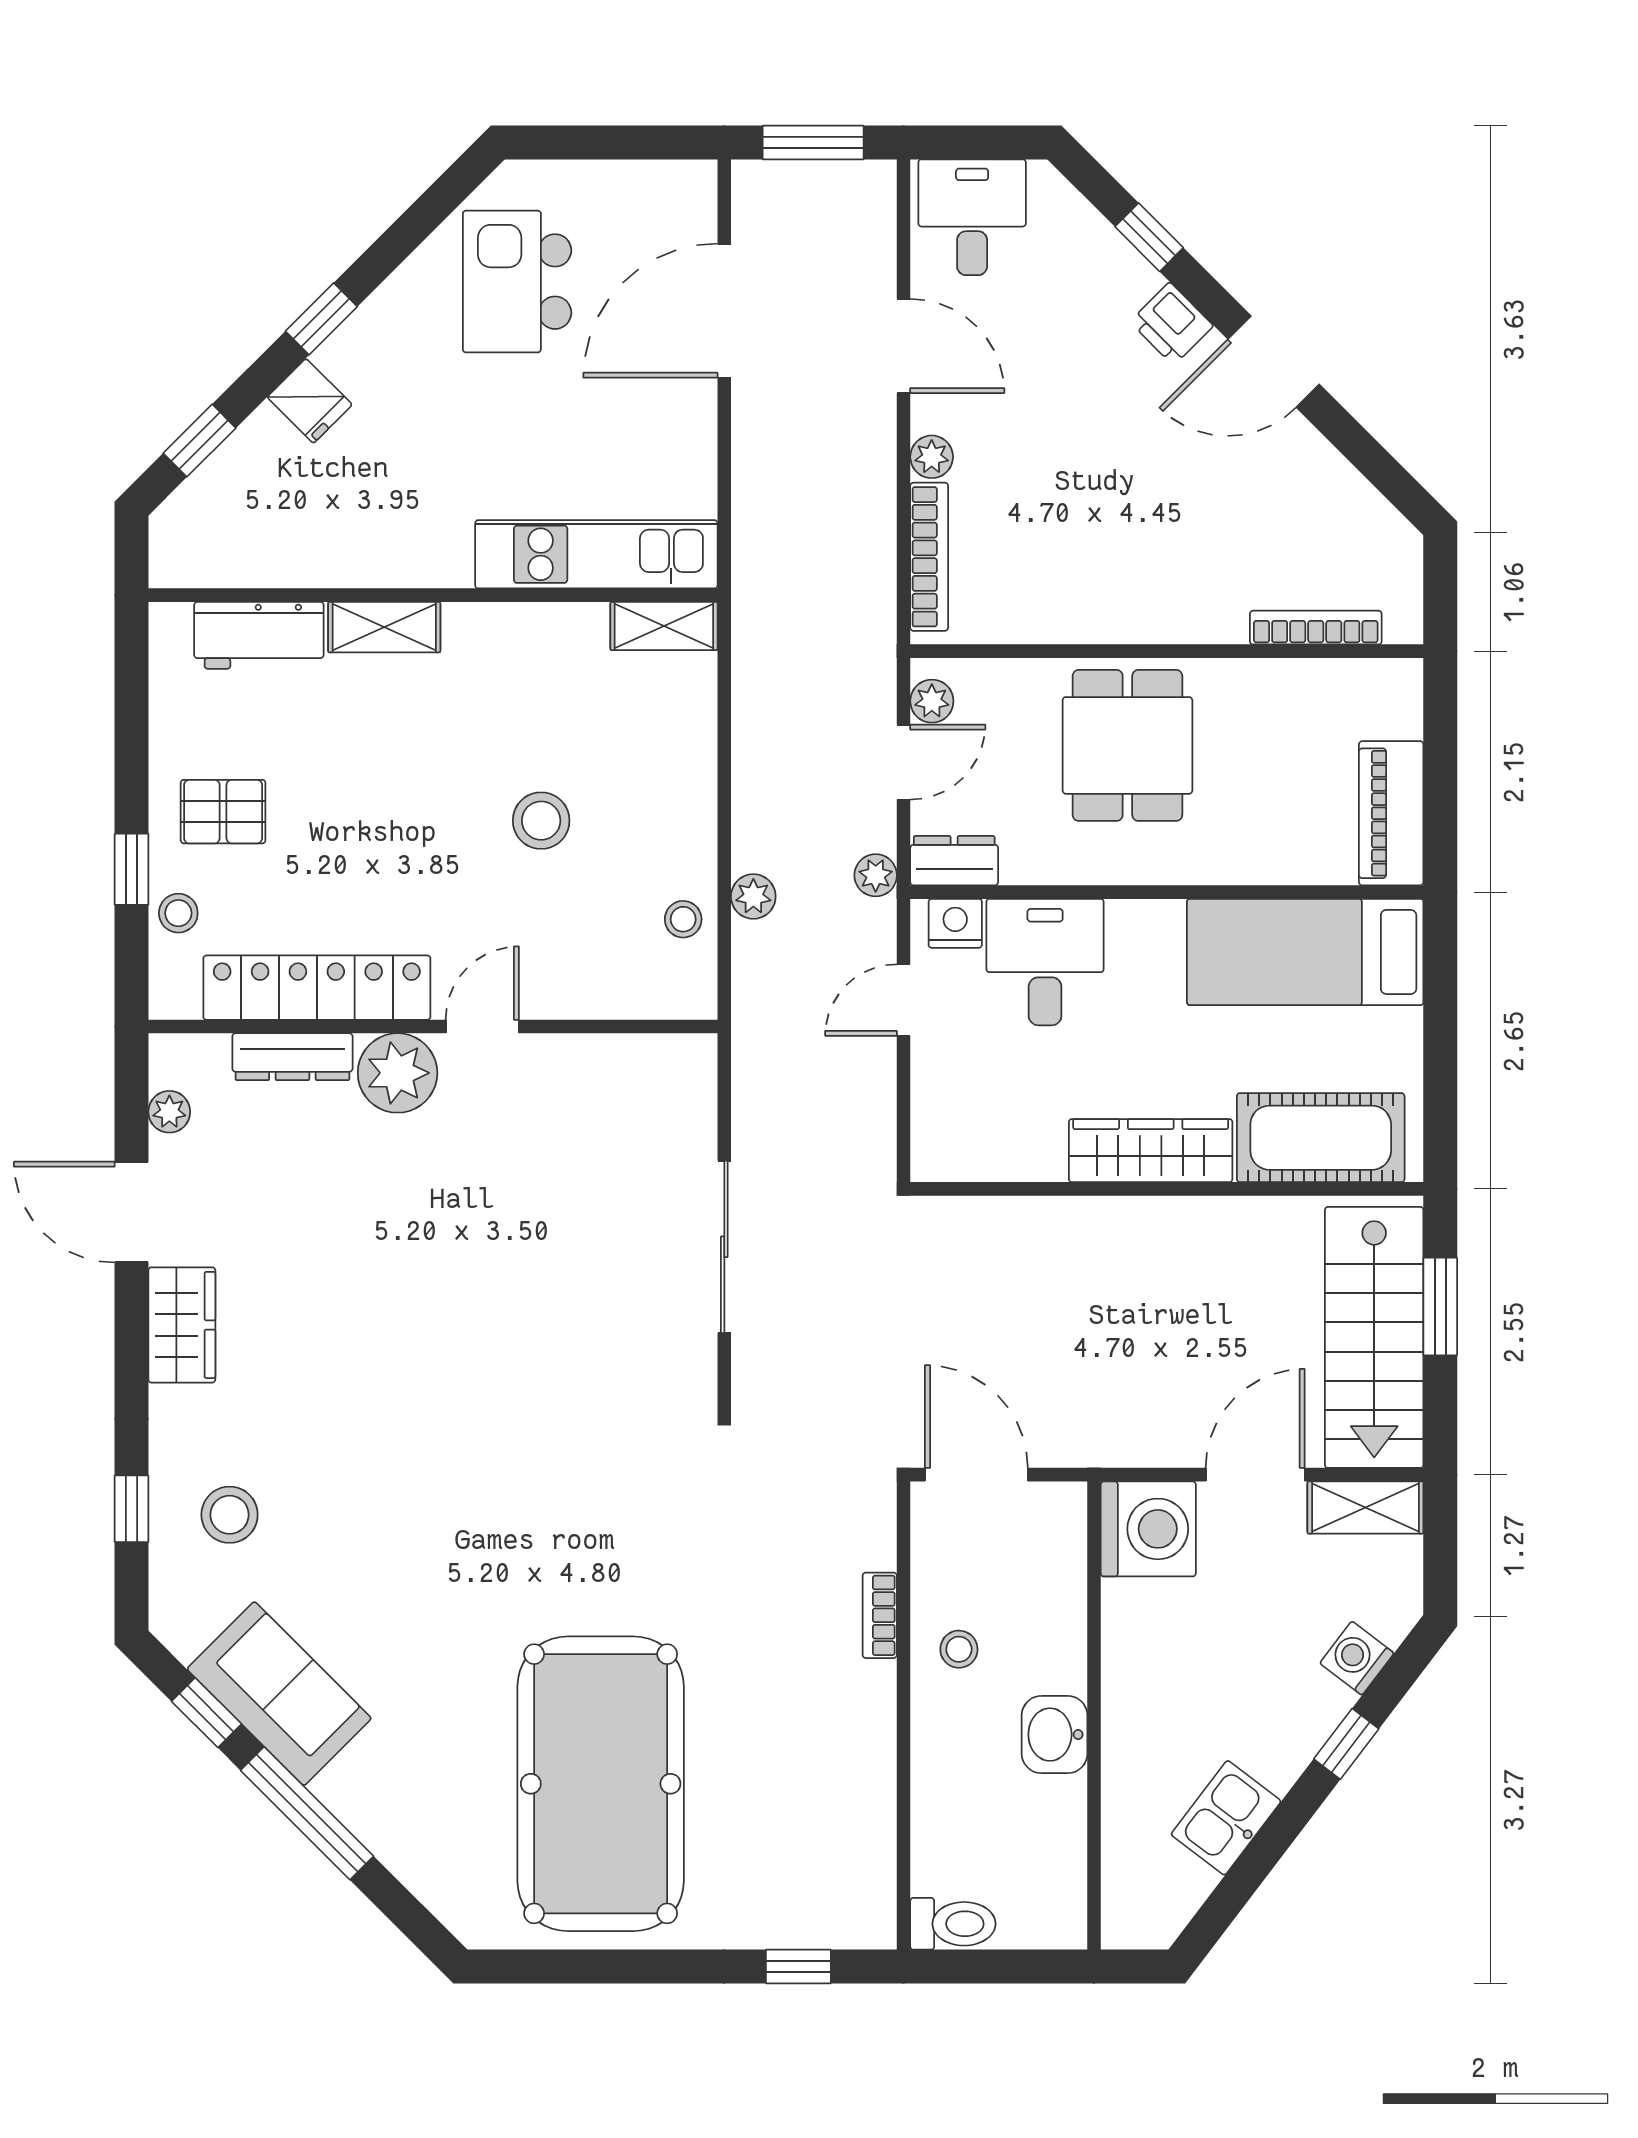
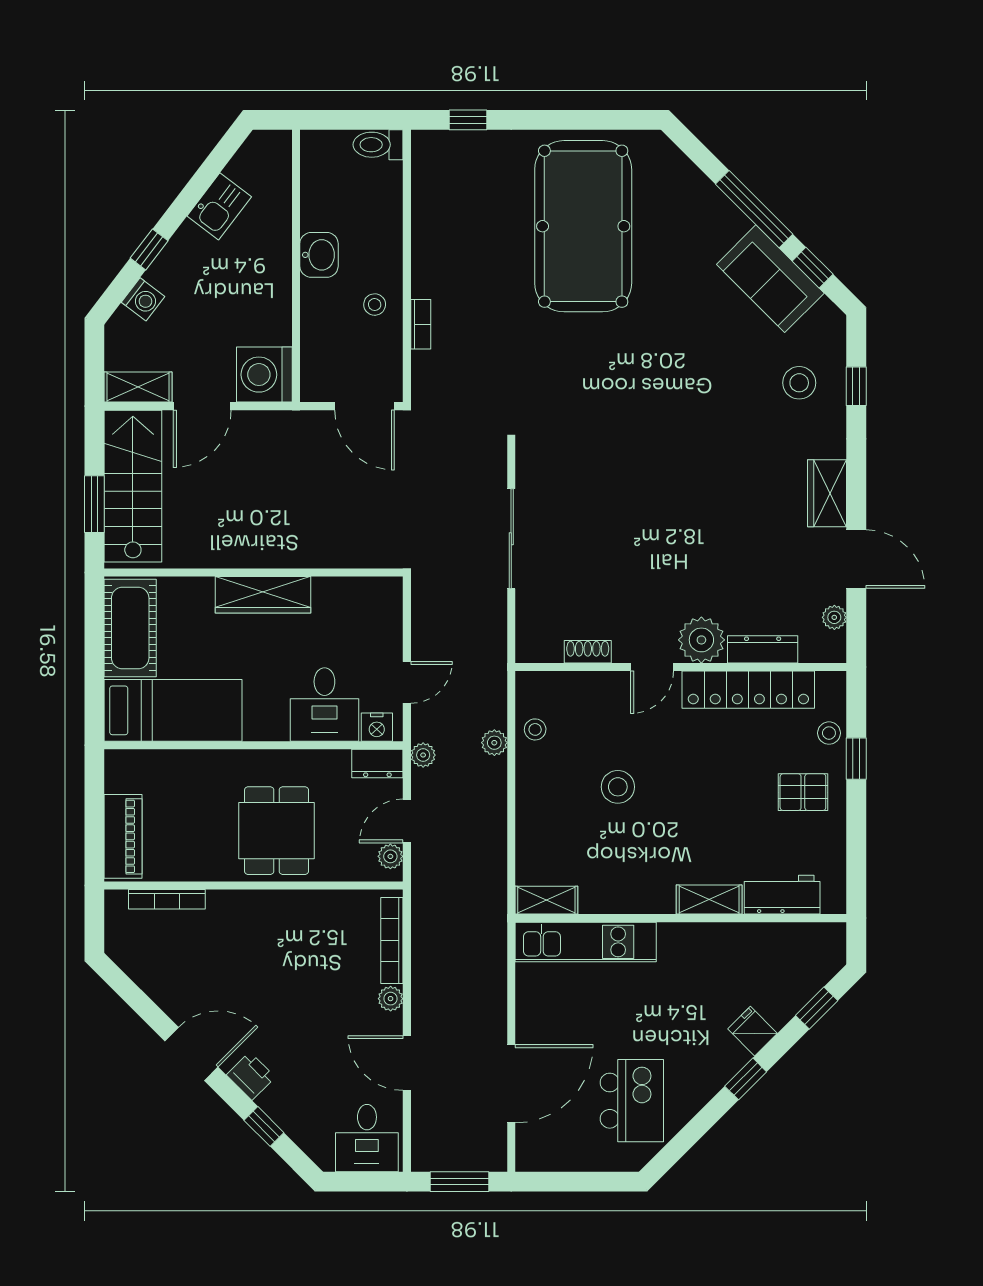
piano: (1391, 813) -> (123, 836), moved
shoe rack: (593, 1053) -> (588, 652), added
cot: (1321, 1138) -> (130, 628), moved, turned 90

